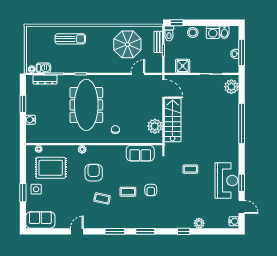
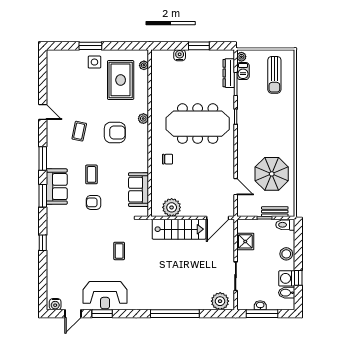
window: (177, 23) -> (298, 278), moved
sun lounger: (70, 39) -> (274, 75), moved
coffee table: (102, 198) -> (79, 131), moved
sofa: (40, 220) -> (57, 187), moved
plant: (199, 223) -> (53, 262), removed

